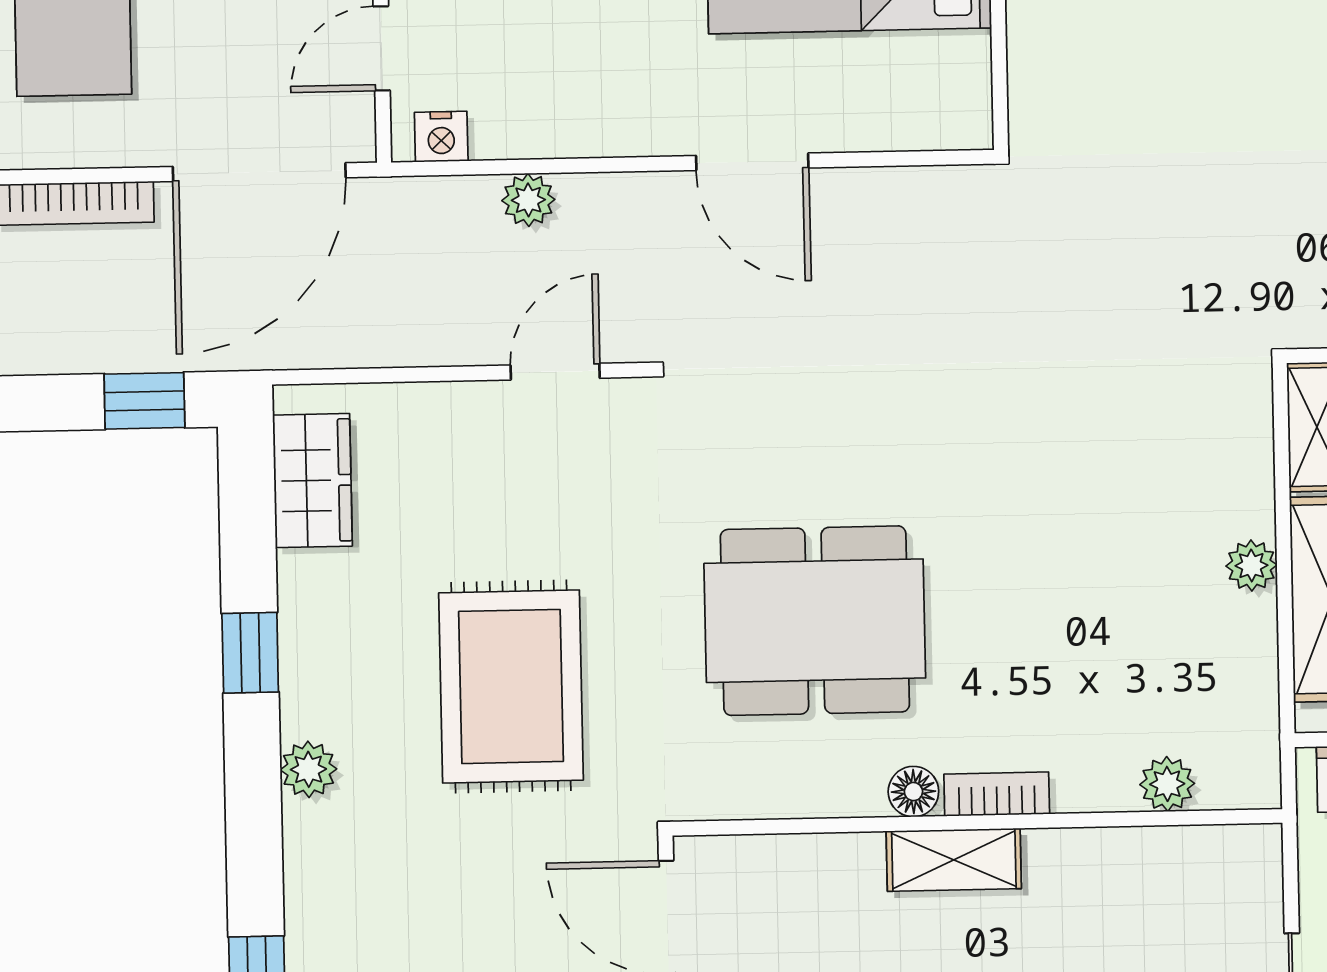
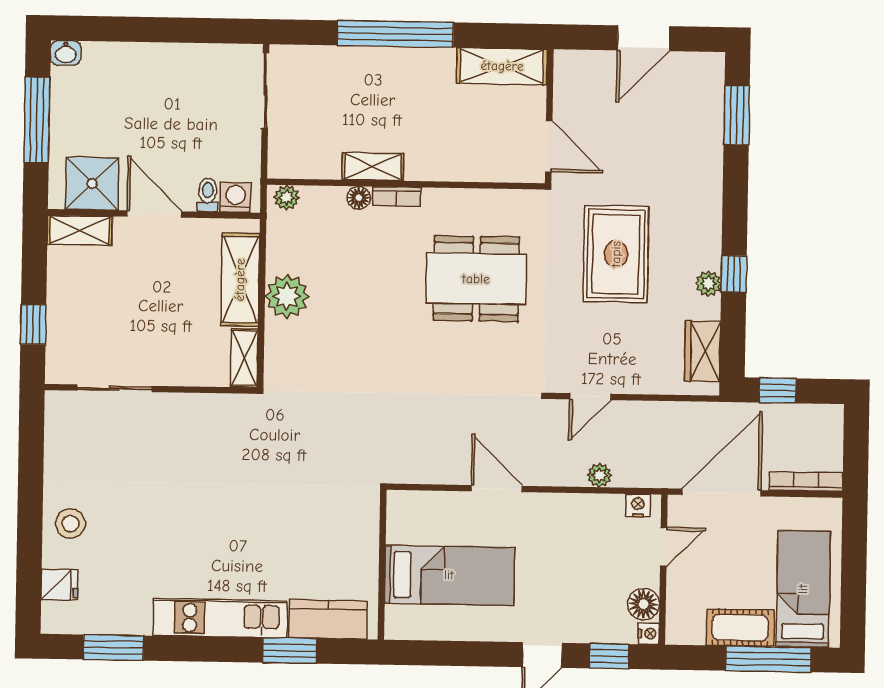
plant: (1251, 566) -> (287, 296), width x1.88, depth x1.88
plant: (308, 769) -> (708, 284), moved
plant: (1167, 784) -> (286, 198), moved
floor lamp: (913, 792) -> (359, 198), moved
shelving: (954, 860) -> (373, 167), moved

